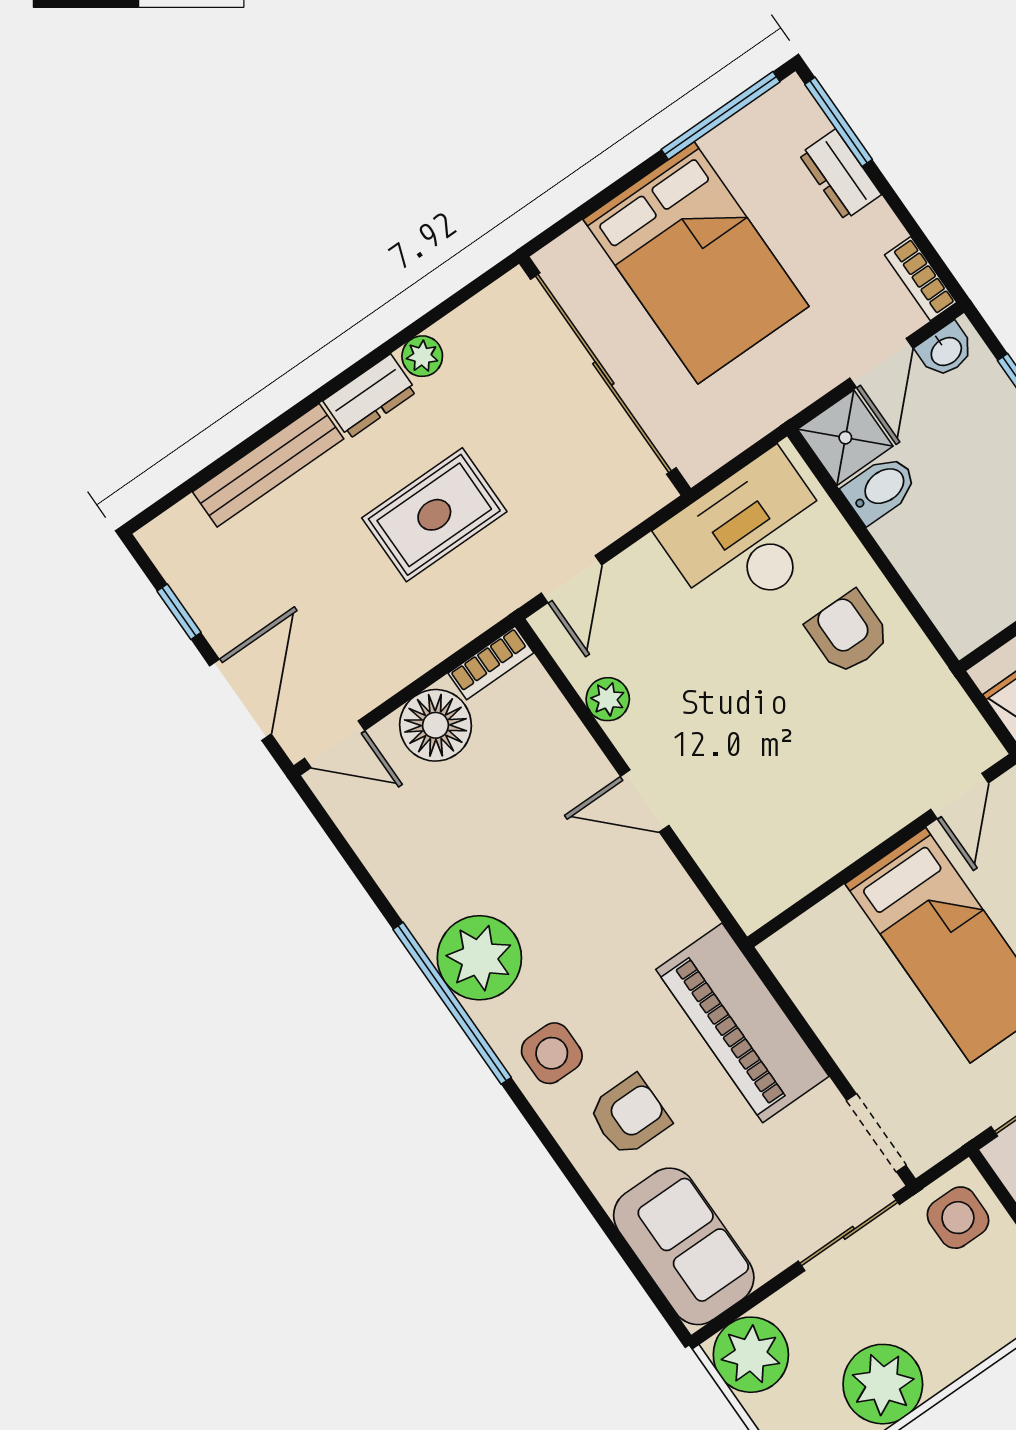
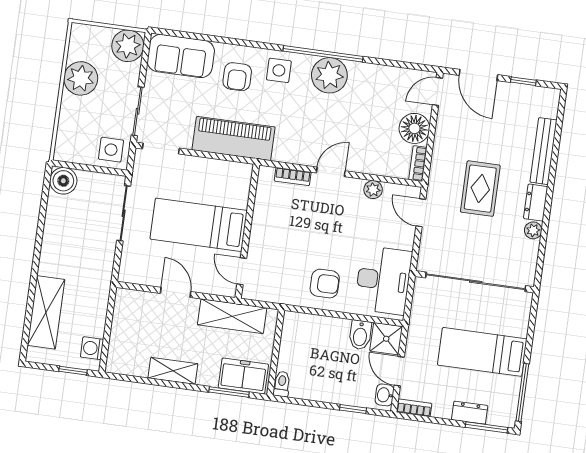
bed: (696, 263) -> (482, 352), width x0.67
bookcase: (714, 860) -> (293, 176), added

